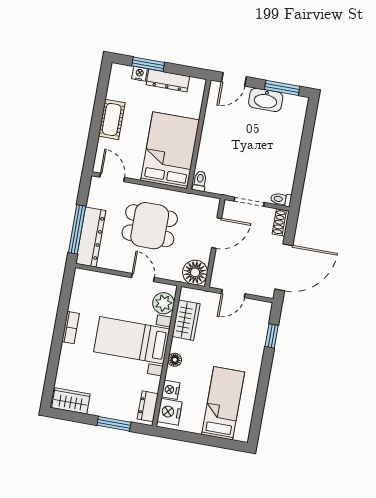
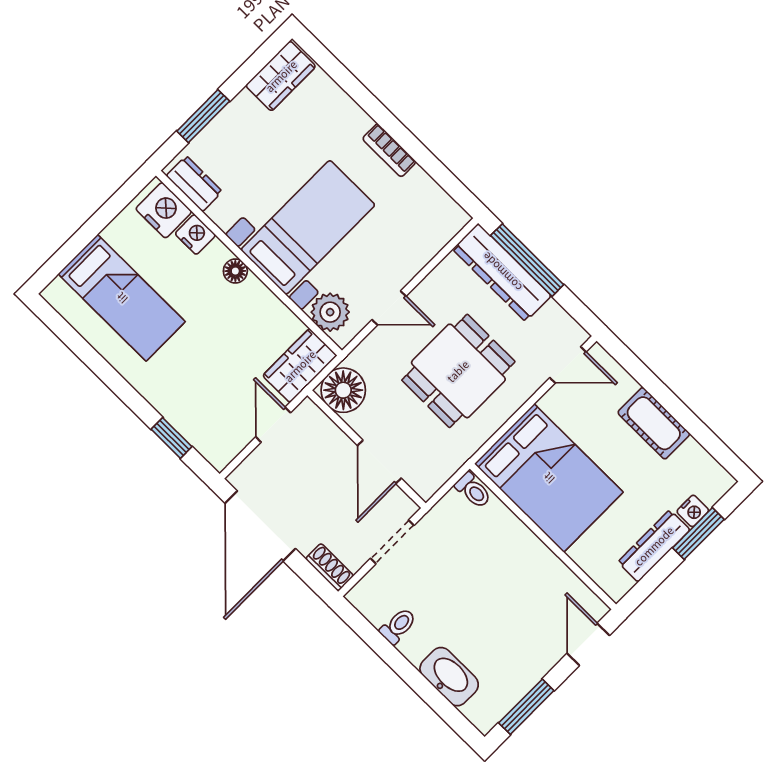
washbasin: (266, 100) -> (449, 677), moved, turned 90
toilet: (281, 199) -> (398, 626), moved
wardrobe: (186, 320) -> (300, 366), moved, turned 90

